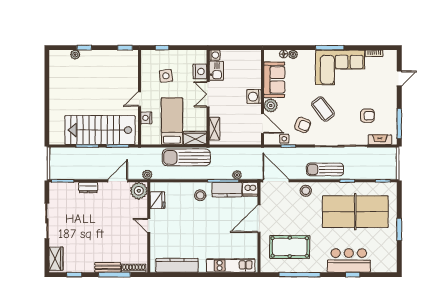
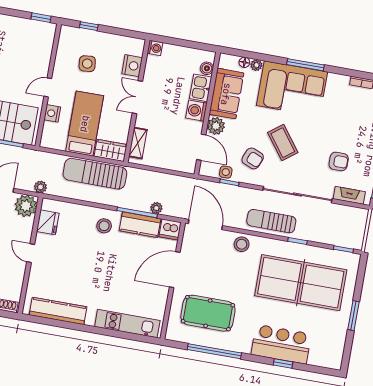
boiler: (256, 63) -> (207, 68), added
corner sofa: (340, 67) -> (292, 89), moved
kitchen sink: (216, 71) -> (201, 88), moved, turned 180

